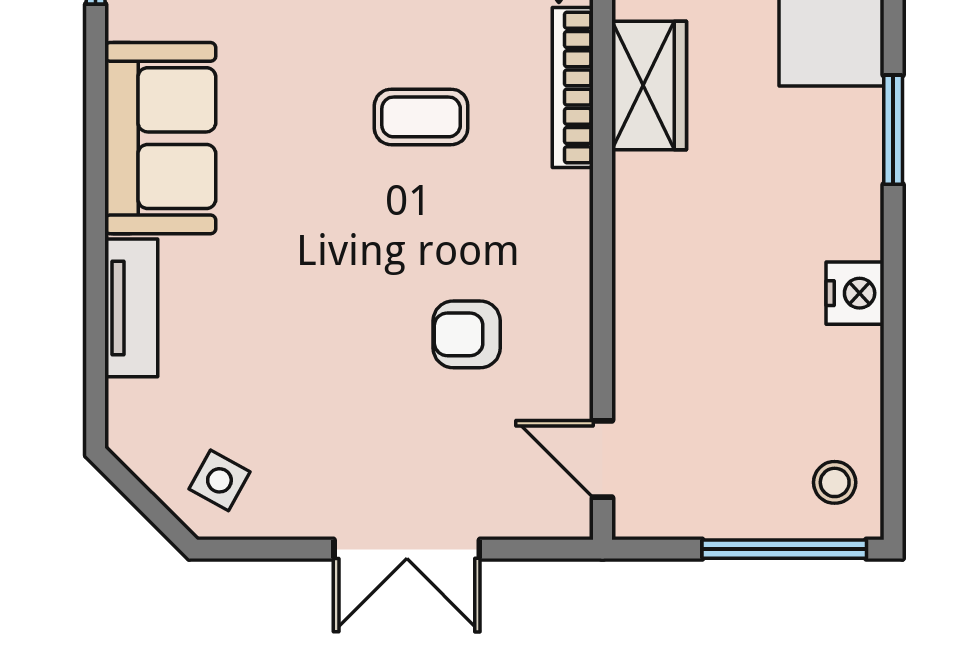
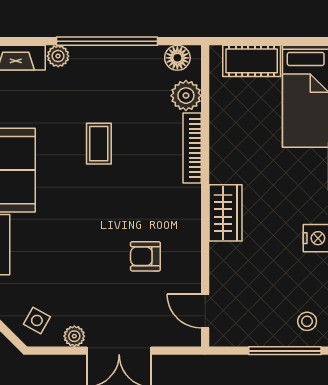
wardrobe: (649, 86) -> (226, 213), moved
coffee table: (421, 117) -> (99, 144), moved, turned 90
plant: (305, 516) -> (74, 336), added

